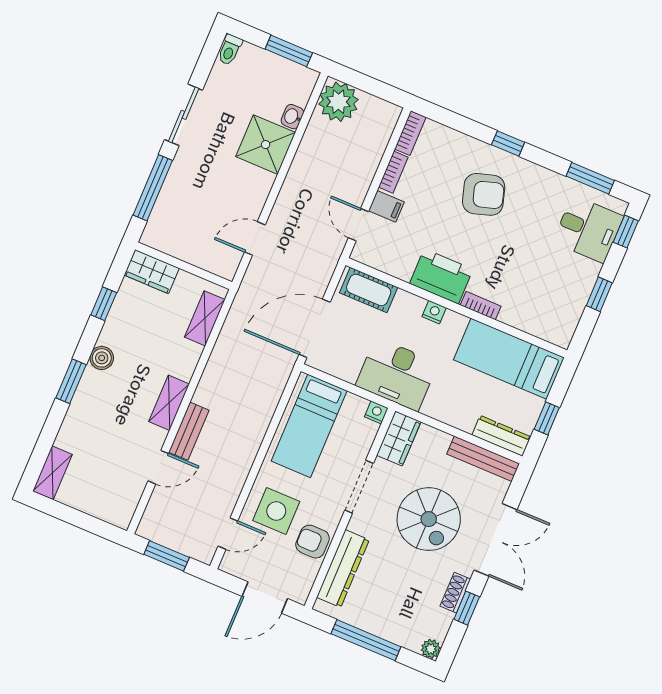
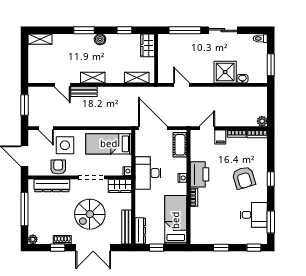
plant: (338, 102) -> (262, 121), moved, width x0.53, depth x0.53
desk: (588, 229) -> (254, 215), moved, turned -90

